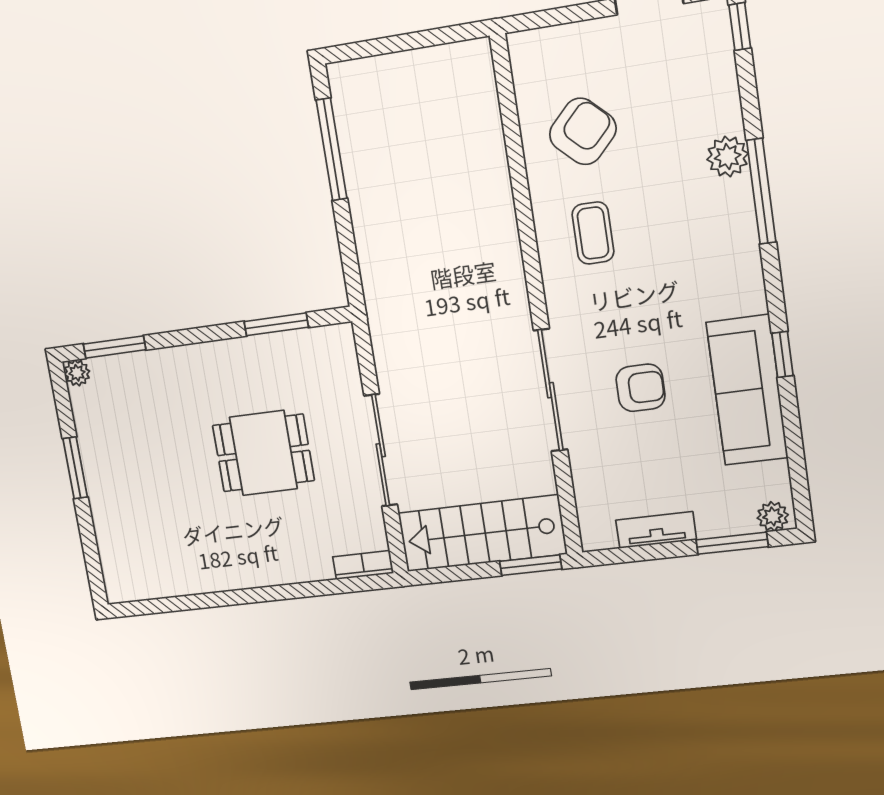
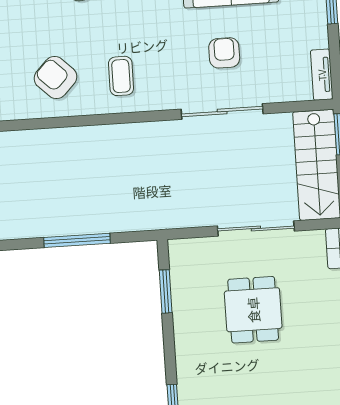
window: (332, 149) -> (77, 240), moved
coffee table: (593, 233) -> (121, 76), turned 90
tv unit: (656, 530) -> (322, 75), moved

